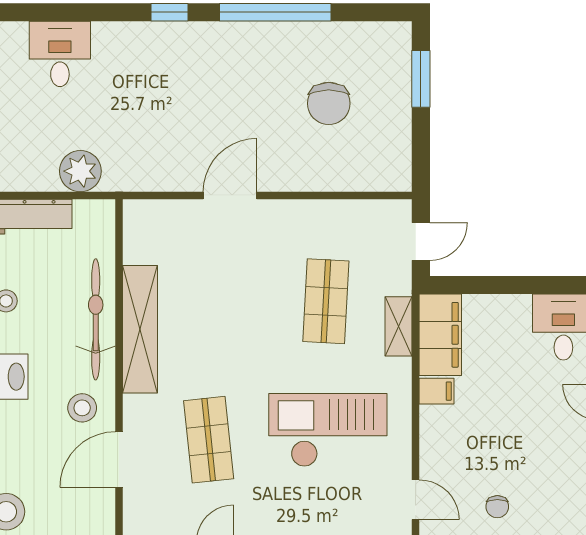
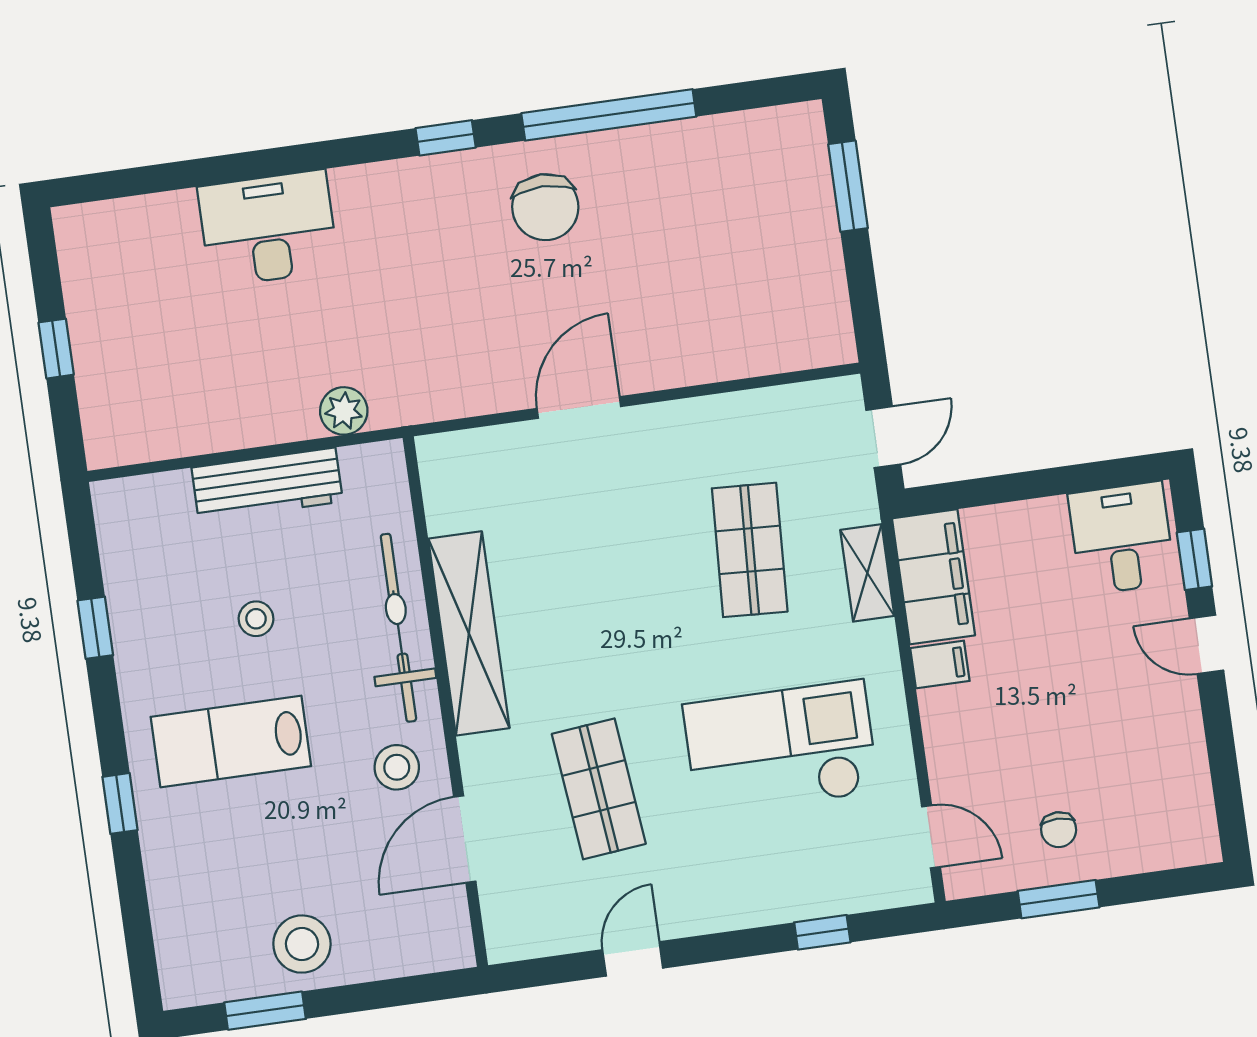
desk: (60, 54) -> (268, 228), width x1.37
chair: (329, 103) -> (545, 207), moved
plant: (80, 171) -> (344, 411), width x0.73, depth x0.73

